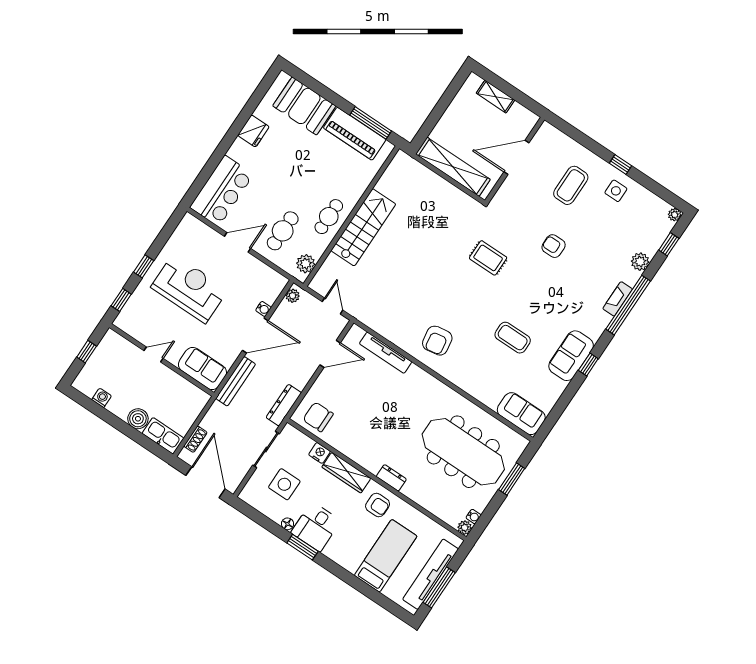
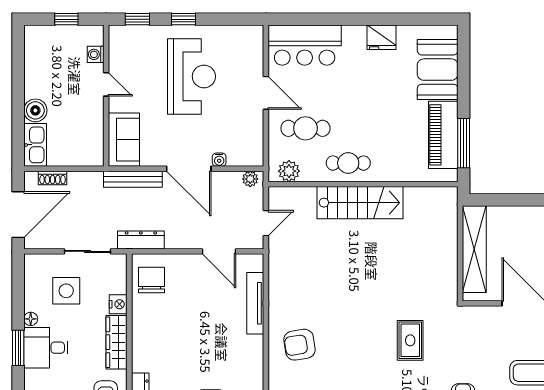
washing machine: (102, 398) -> (96, 54), moved, turned 180

